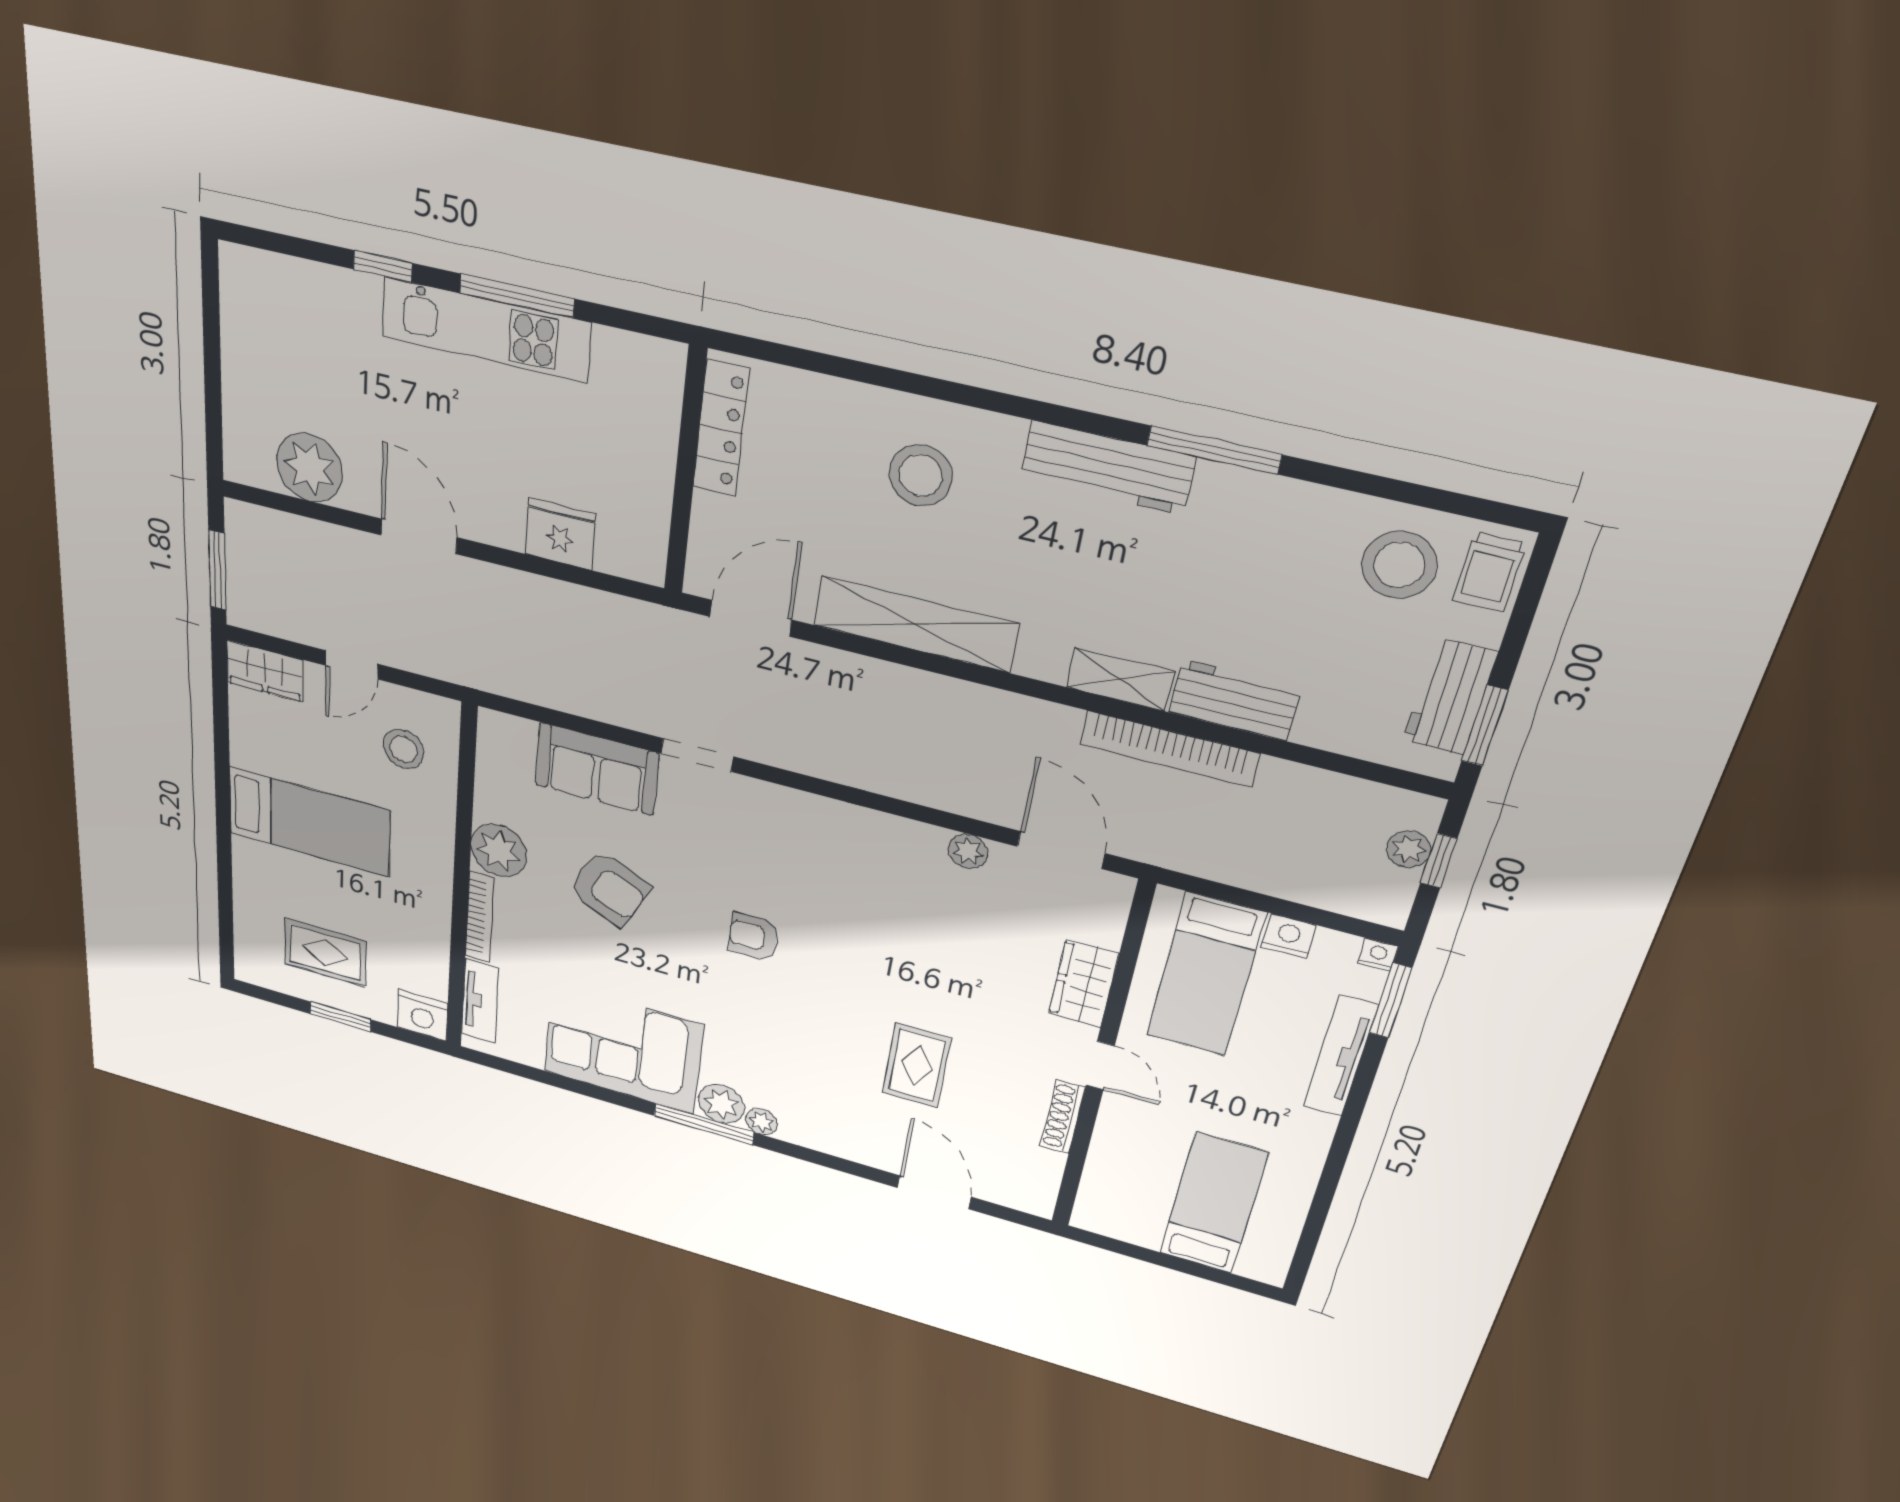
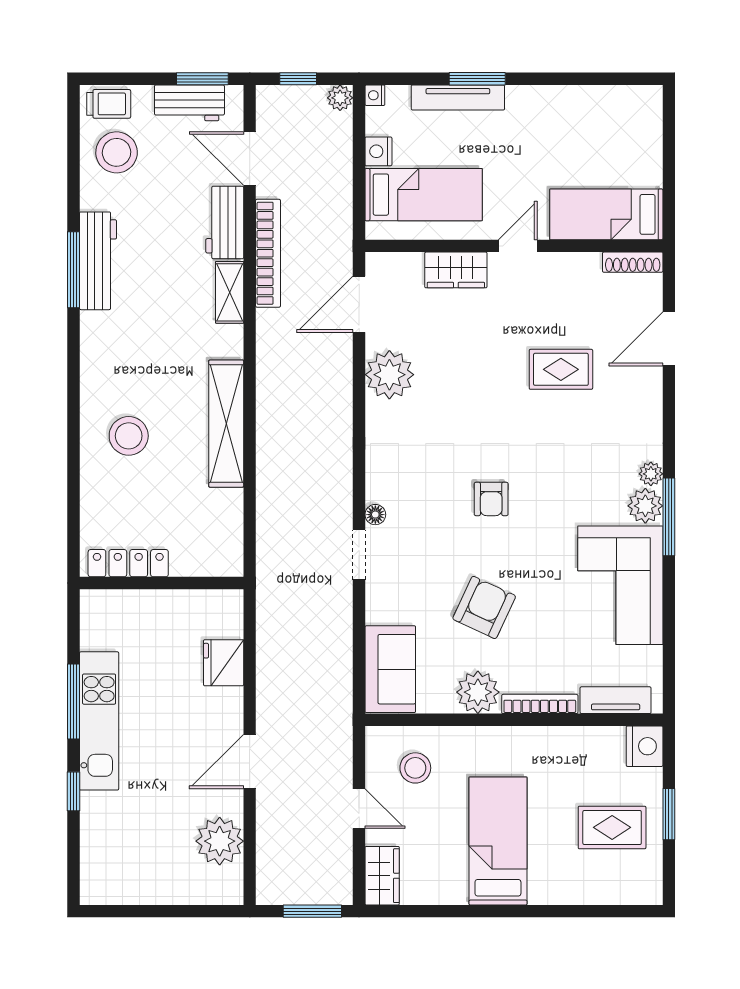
workbench: (1108, 468) -> (98, 261), moved
door: (751, 618) -> (250, 159), moved
sofa: (597, 769) -> (390, 669), moved
floor lamp: (751, 790) -> (375, 515), added
plant: (1409, 849) -> (340, 98), moved
plant: (968, 851) -> (389, 375), width x1.87, depth x1.87
rug: (325, 953) -> (612, 827), turned 90
window: (1391, 1001) -> (477, 79), moved
shoe rack: (1063, 1117) -> (633, 262), moved
bed: (1213, 1203) -> (606, 214), moved

